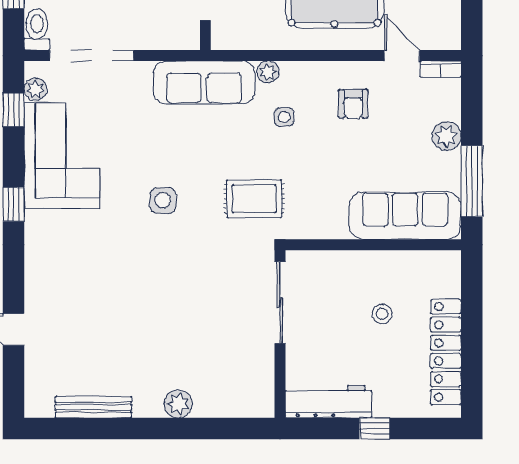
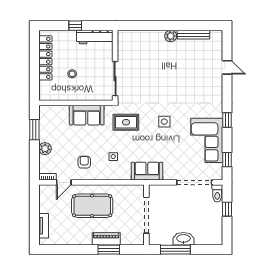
door: (402, 56) -> (64, 182), hinge flipped
plant: (268, 72) -> (120, 176), removed
sofa: (204, 82) -> (147, 171), width x0.73
plant: (36, 89) -> (218, 168), removed
window: (472, 181) -> (34, 130), width x0.69
sofa: (405, 216) -> (87, 115), moved, width x0.73
plant: (178, 404) -> (171, 36), moved

